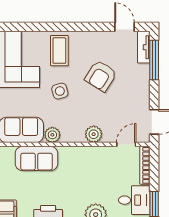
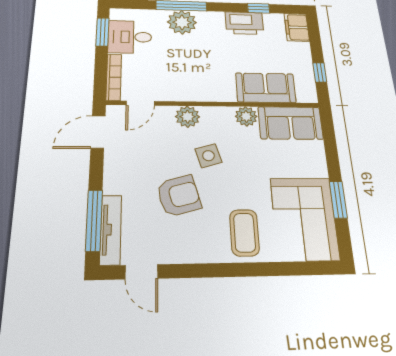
tv unit: (144, 47) -> (111, 230), width x1.41
armchair: (101, 76) -> (179, 196), turned 43
side table: (60, 91) -> (208, 156), moved

